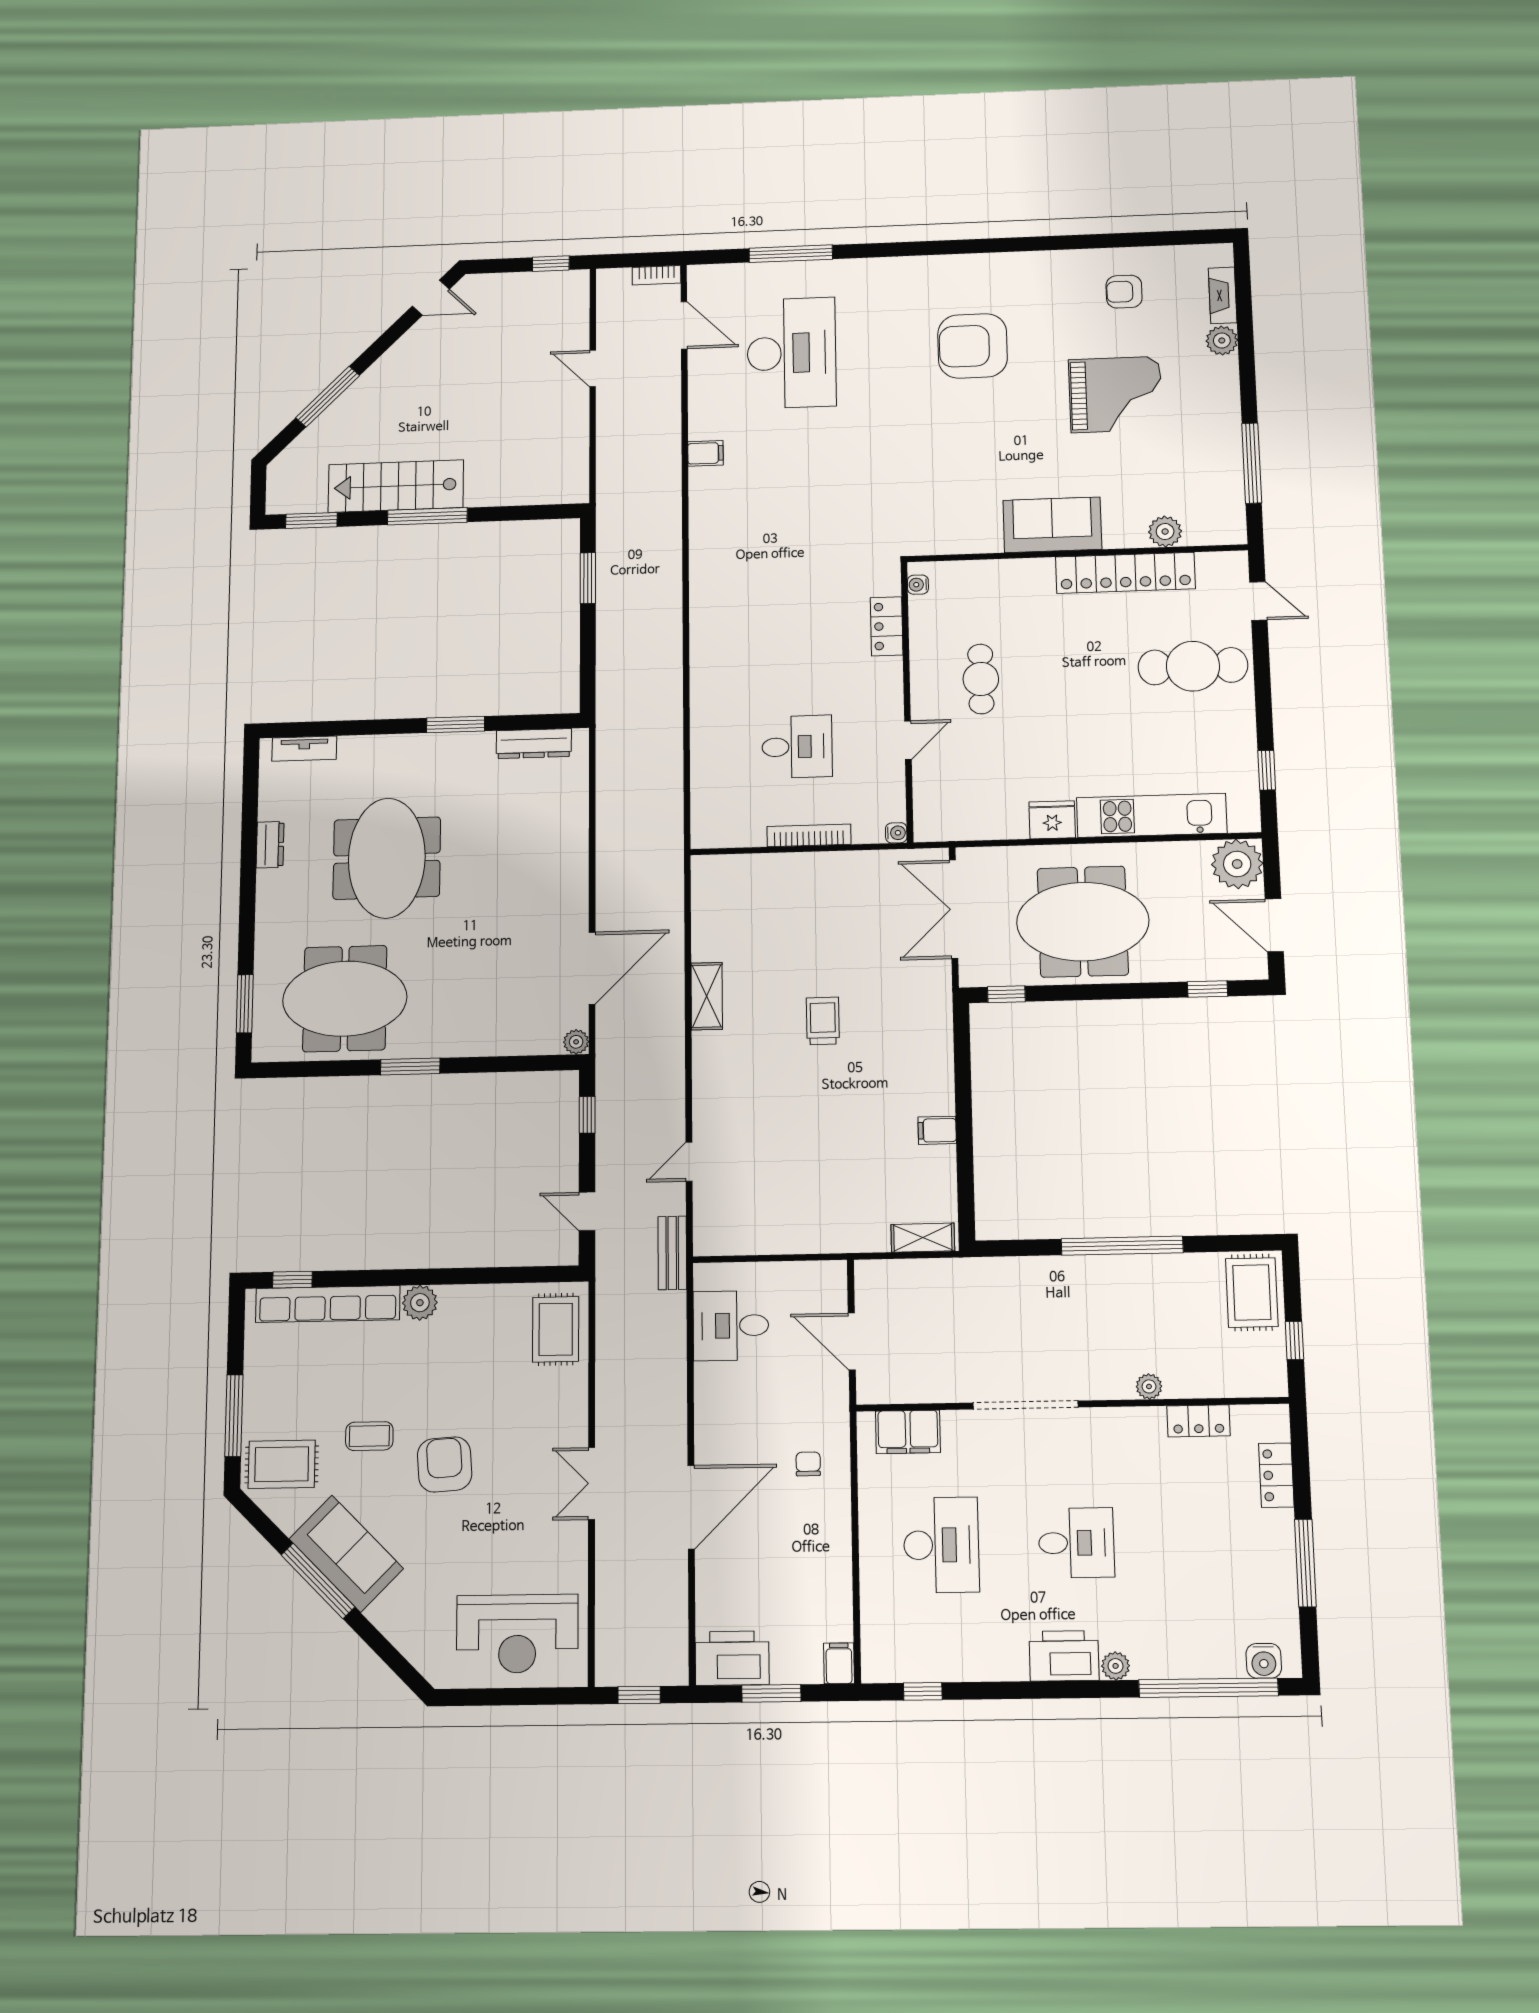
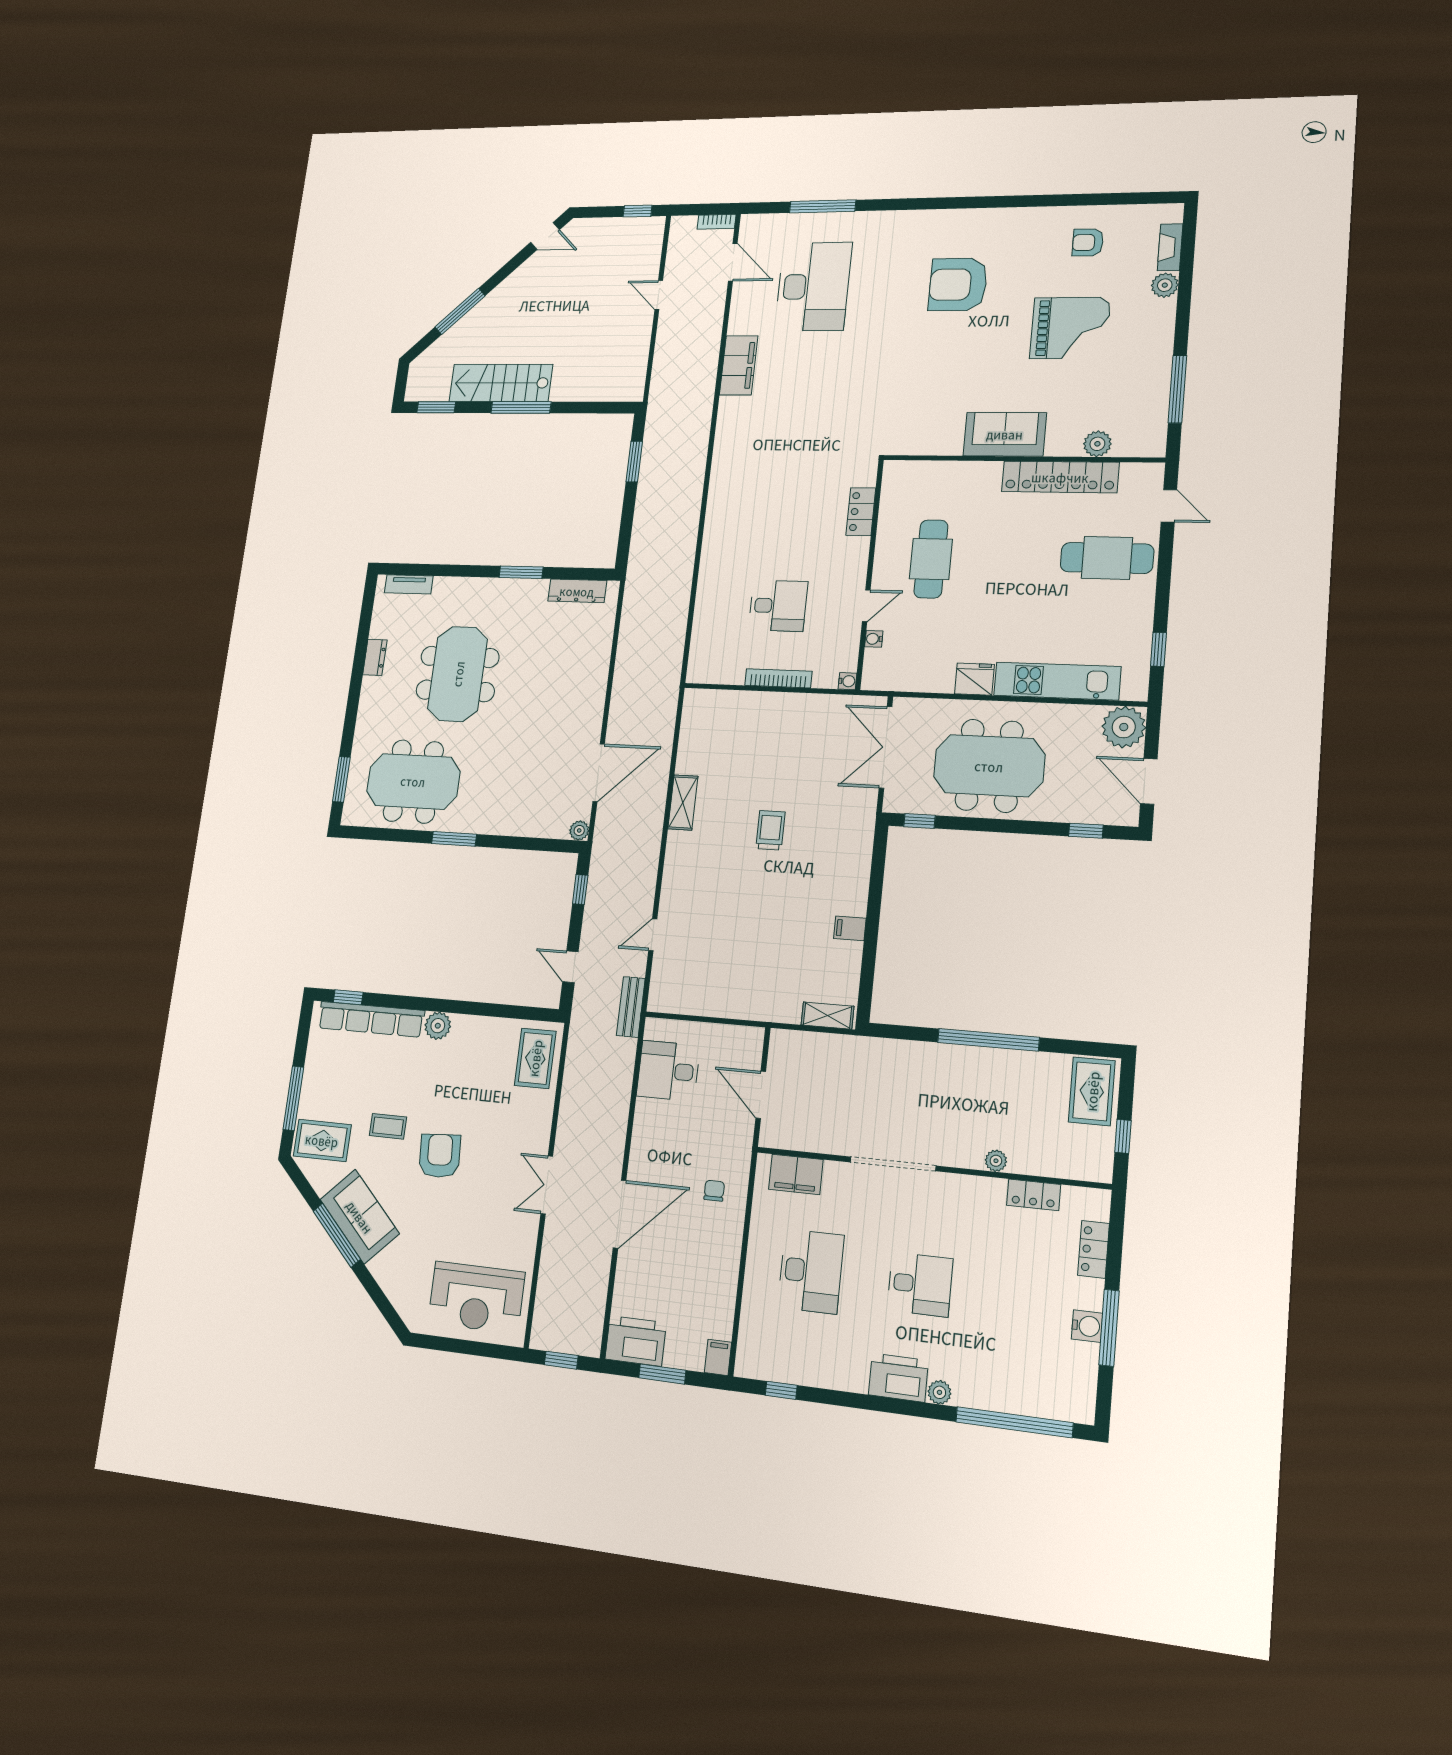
filing cabinet: (705, 453) -> (739, 365), width x3.00, depth x1.17
water cooler: (918, 585) -> (874, 639), moved
cafe table: (981, 679) -> (931, 559), width x1.37, depth x1.35
water cooler: (1264, 1661) -> (1087, 1326), moved, turned -90

